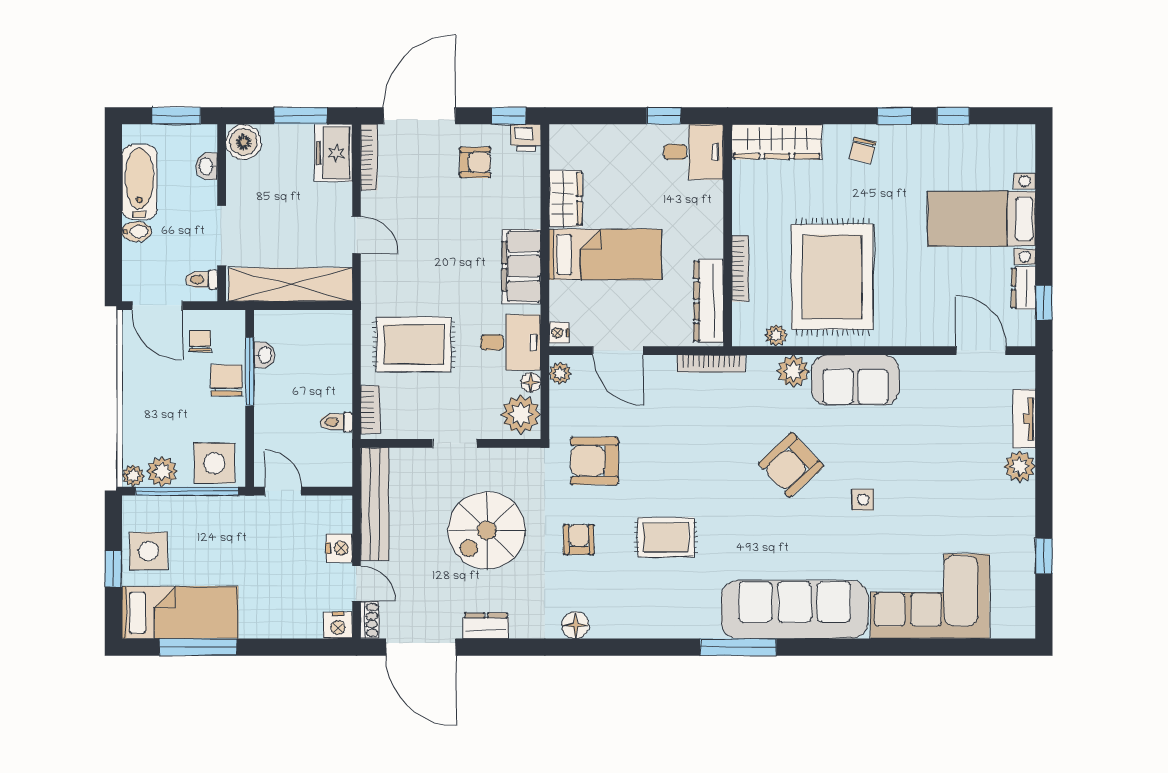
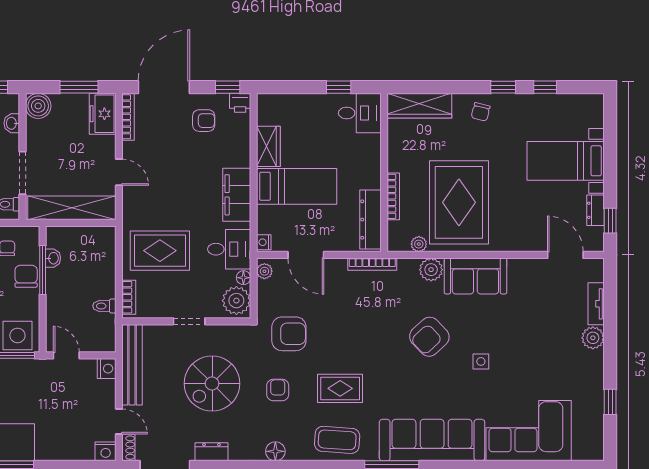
armchair: (594, 461) -> (289, 334), turned 180
nightstand: (339, 548) -> (107, 369), moved
coffee table: (662, 609) -> (337, 440), added

